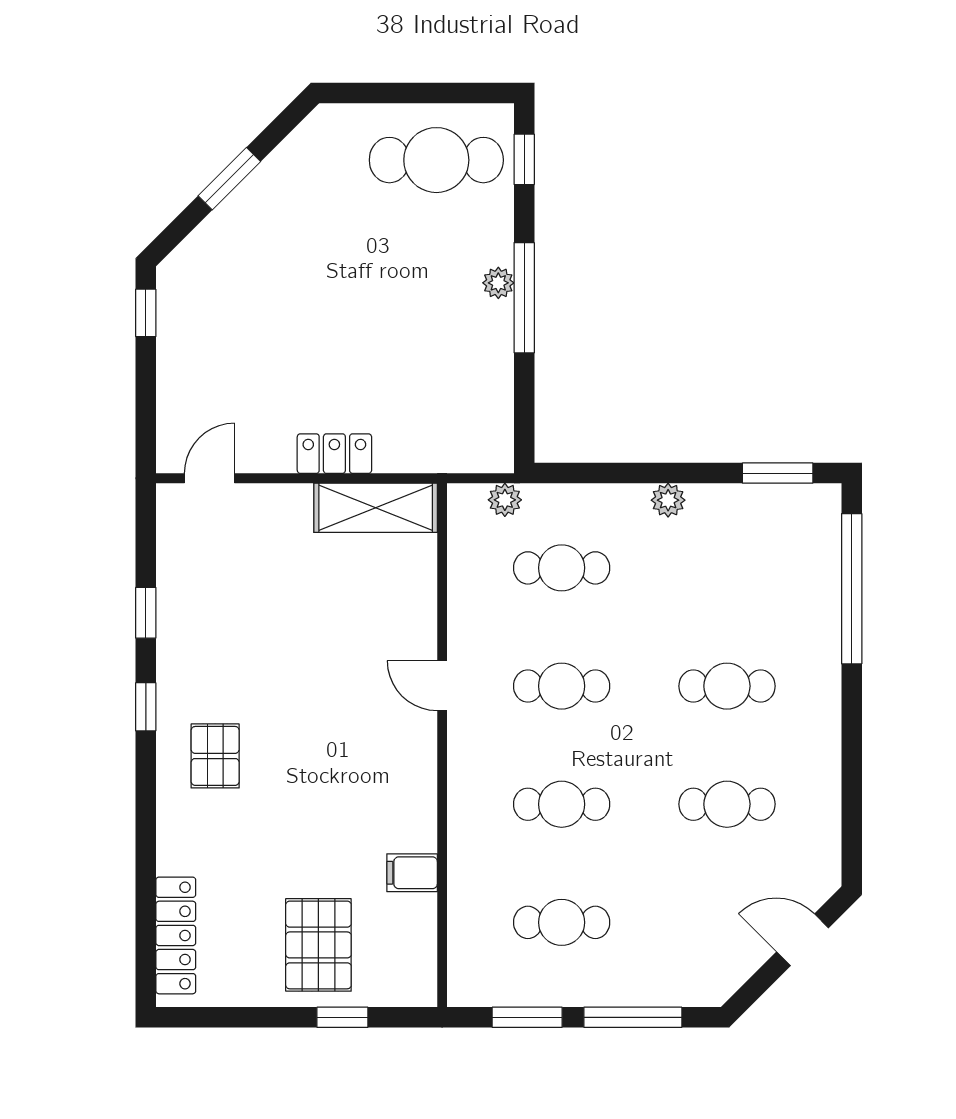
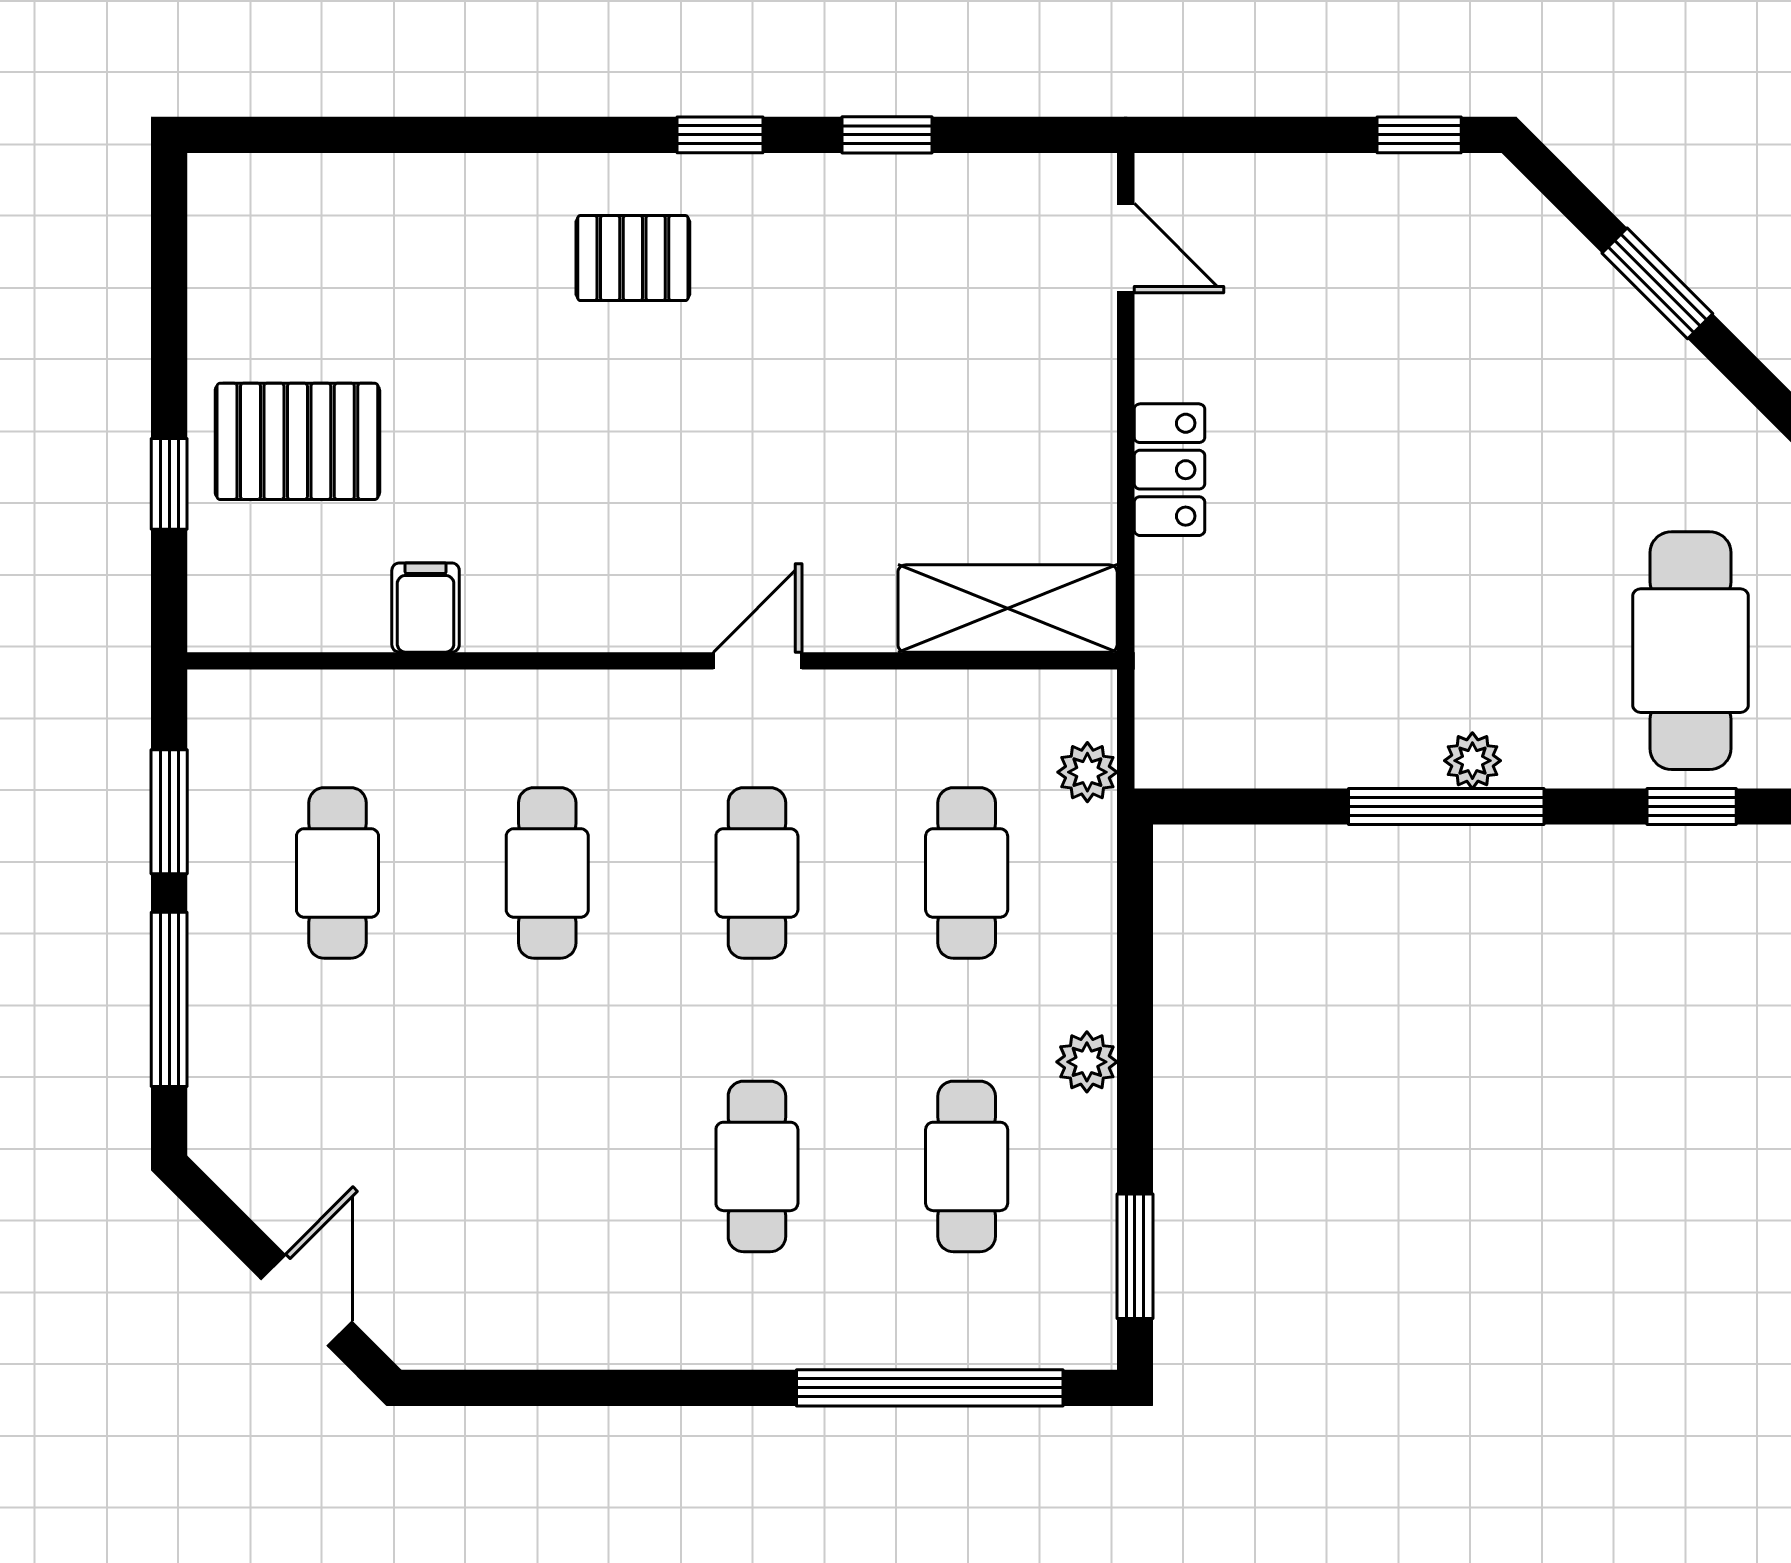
shelving: (376, 508) -> (1008, 608), moved, turned 90
cafe table: (727, 804) -> (967, 1166), moved
locker: (176, 935) -> (314, 188), removed

